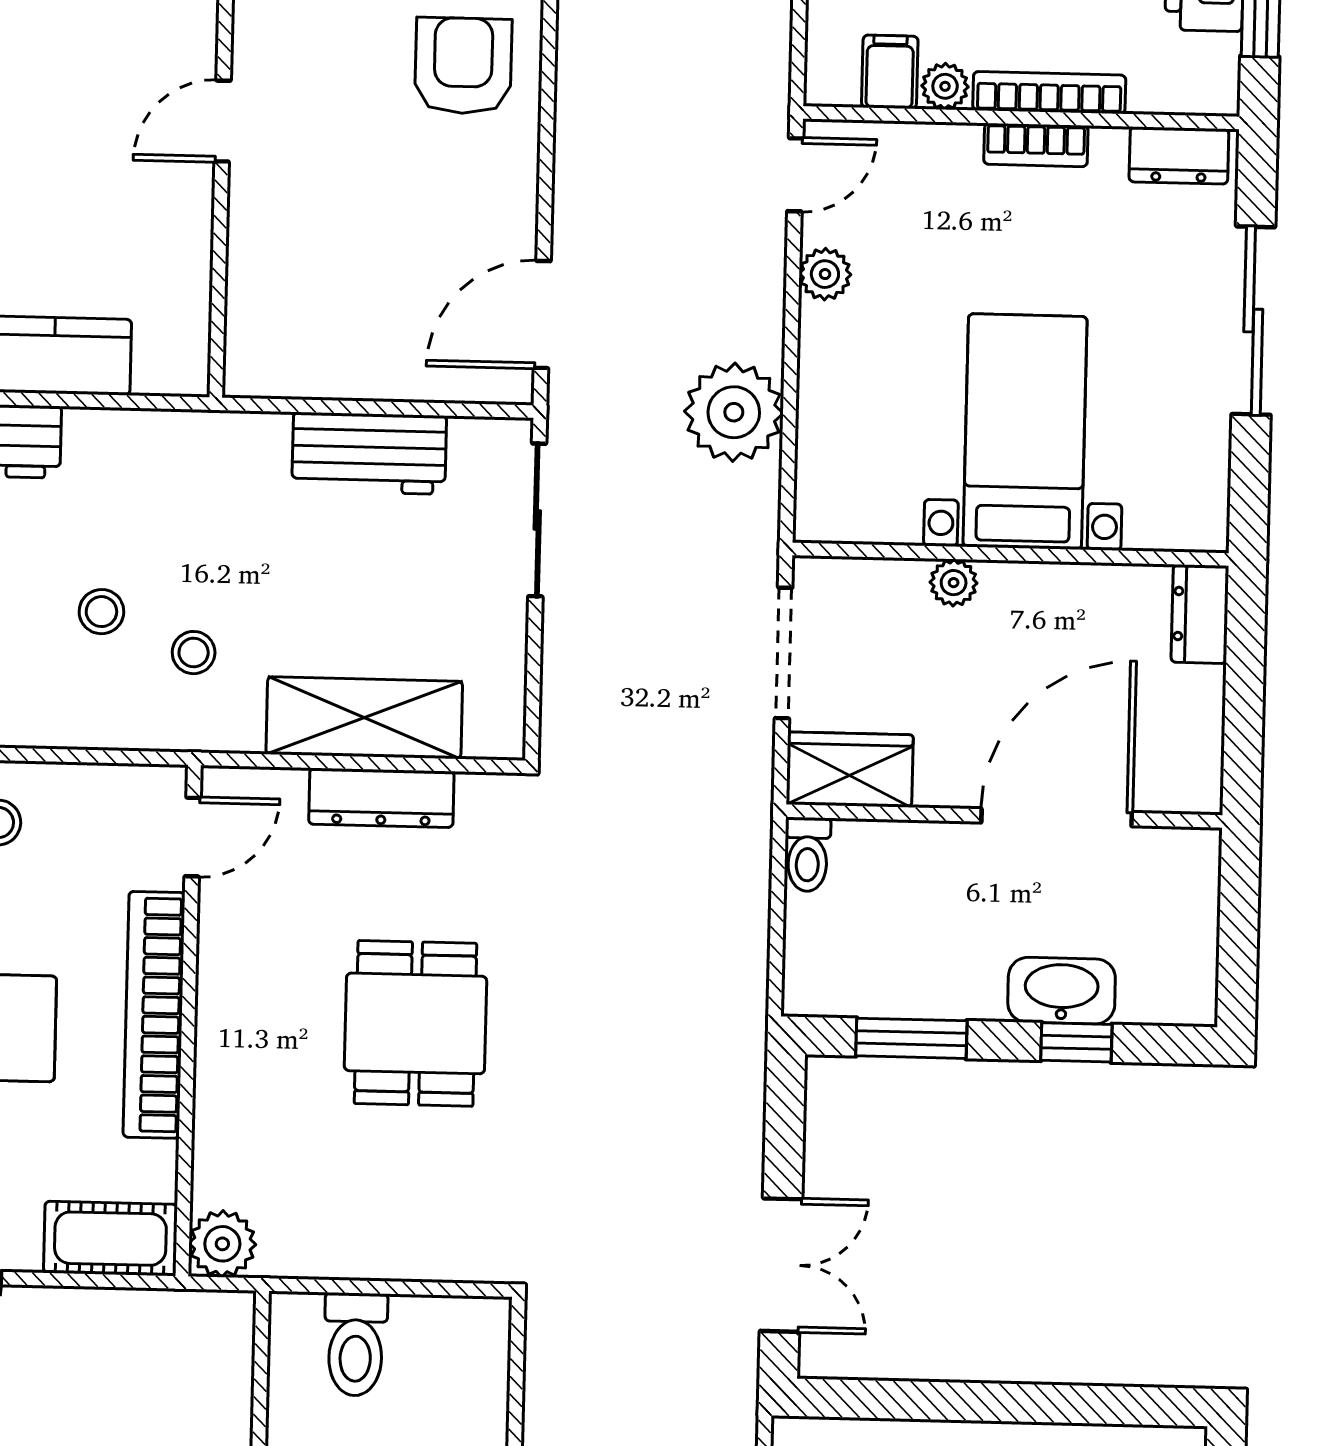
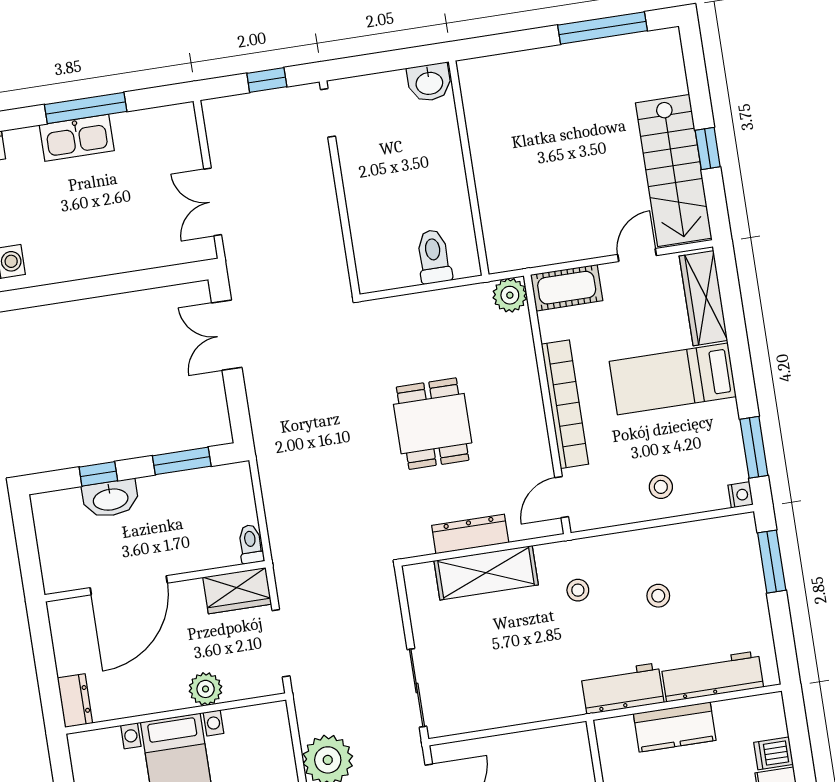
workbench: (369, 453) -> (622, 689), moved
plant: (954, 583) -> (206, 689), width x1.38, depth x1.38
stool: (101, 612) -> (658, 596), moved

